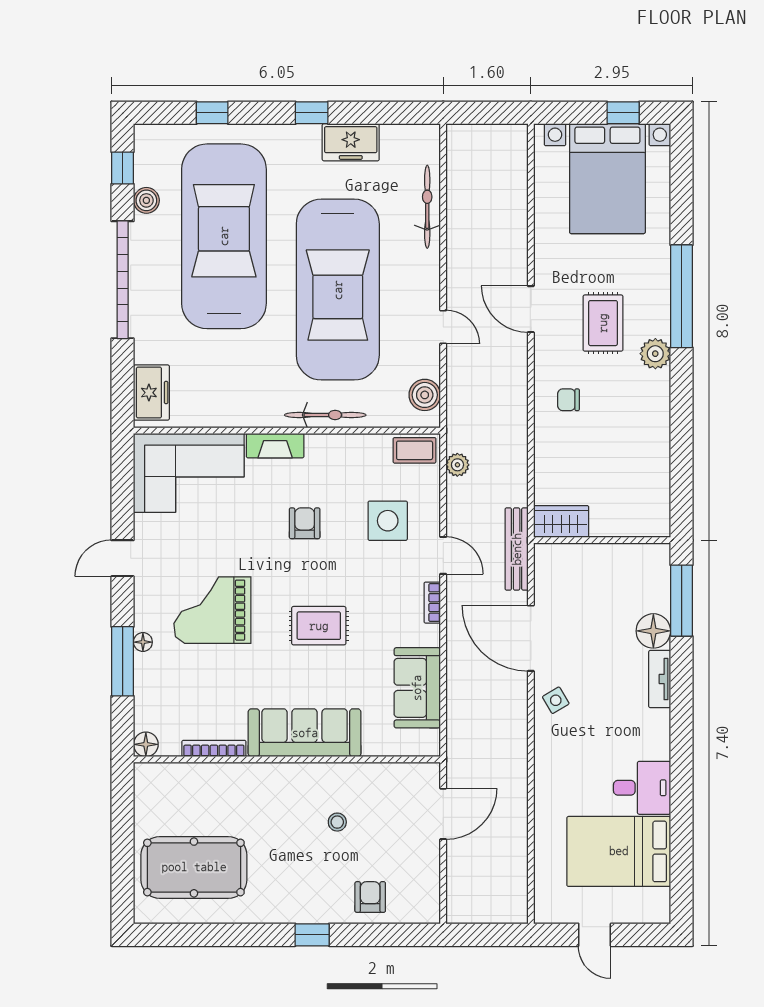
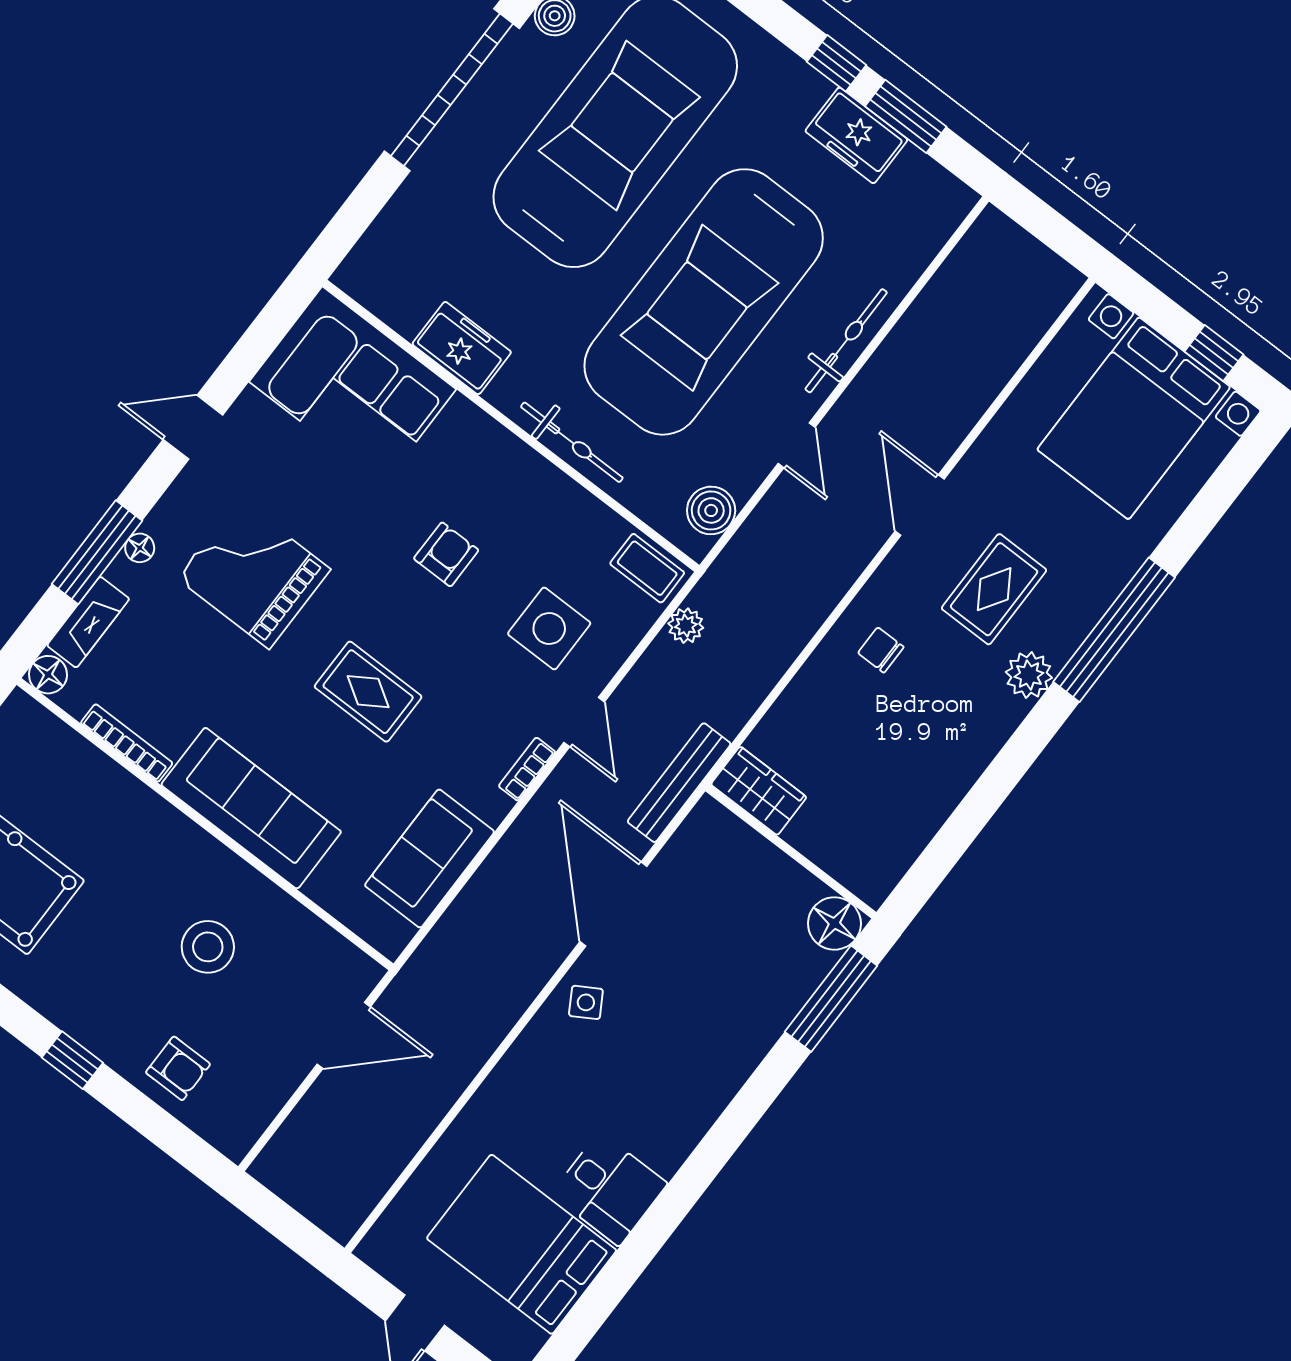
window: (369, 113) -> (906, 116), added
bicycle: (427, 207) -> (846, 341), moved
freezer: (151, 393) -> (462, 348), moved, turned -90
fireplace: (275, 446) -> (88, 622), moved, turned -90
floor lamp: (653, 631) -> (834, 923), moved
tv unit: (660, 679) -> (732, 1073), removed
stool: (337, 822) -> (208, 947), width x1.89, depth x1.89
armchair: (370, 897) -> (178, 1068), turned 90

